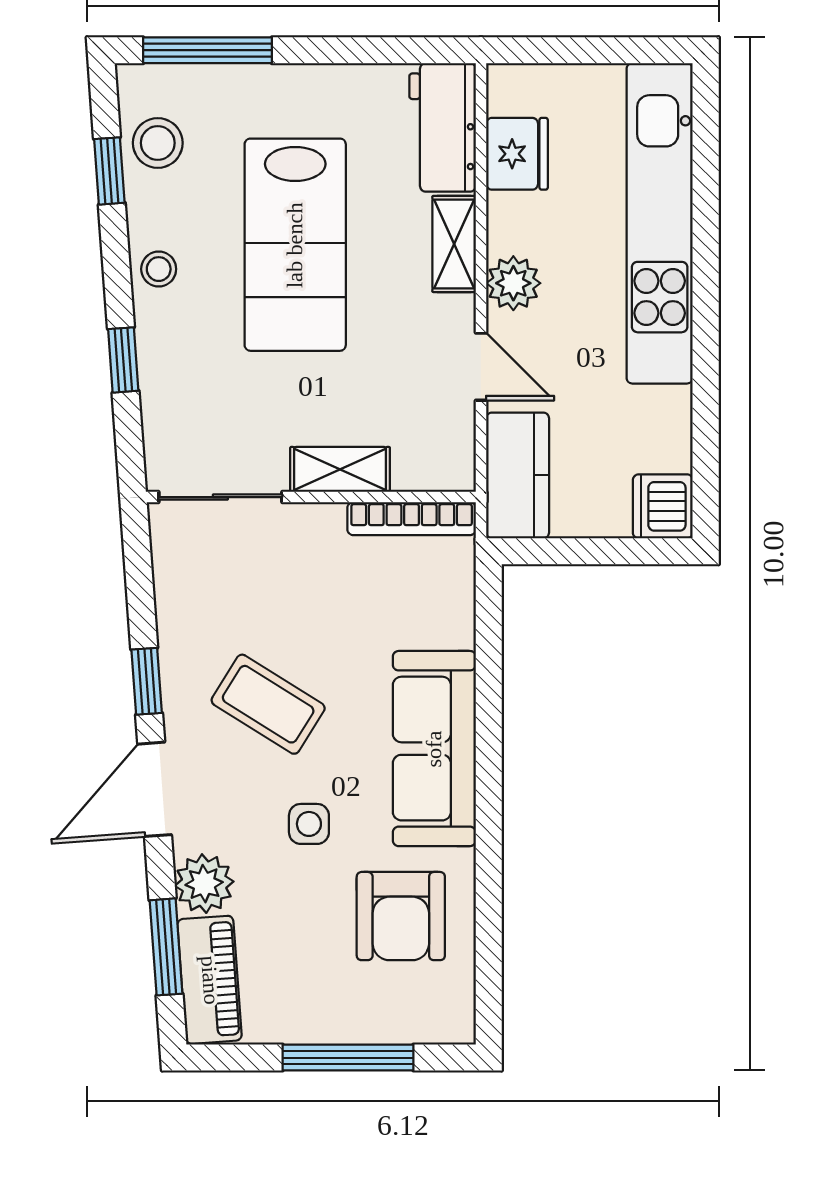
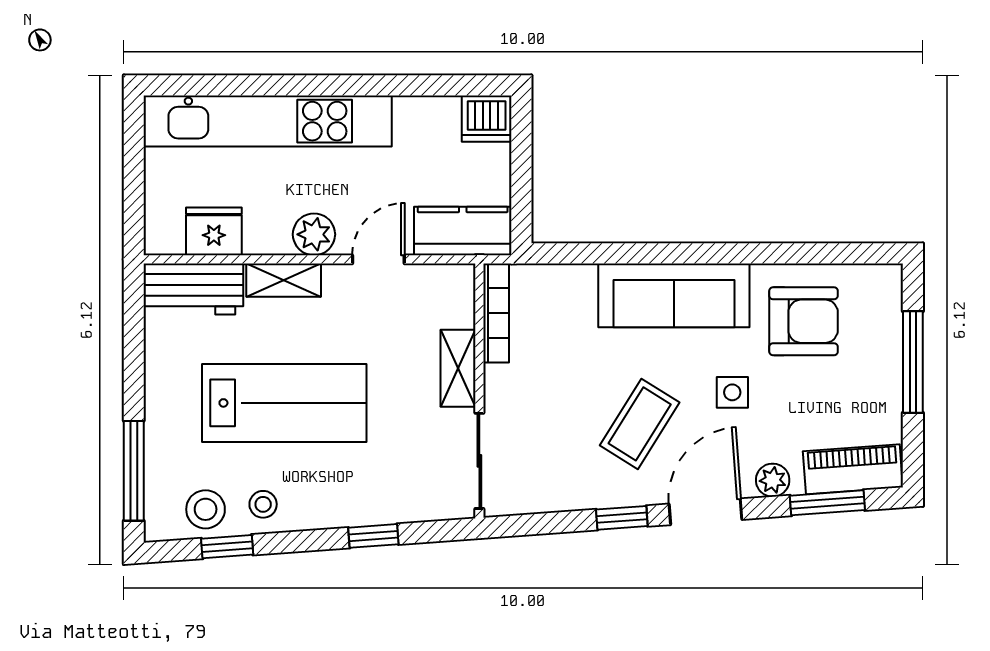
stool: (159, 269) -> (263, 504), moved
door: (155, 789) -> (705, 512), swing flipped
plant: (204, 884) -> (773, 480), width x0.73, depth x0.73

